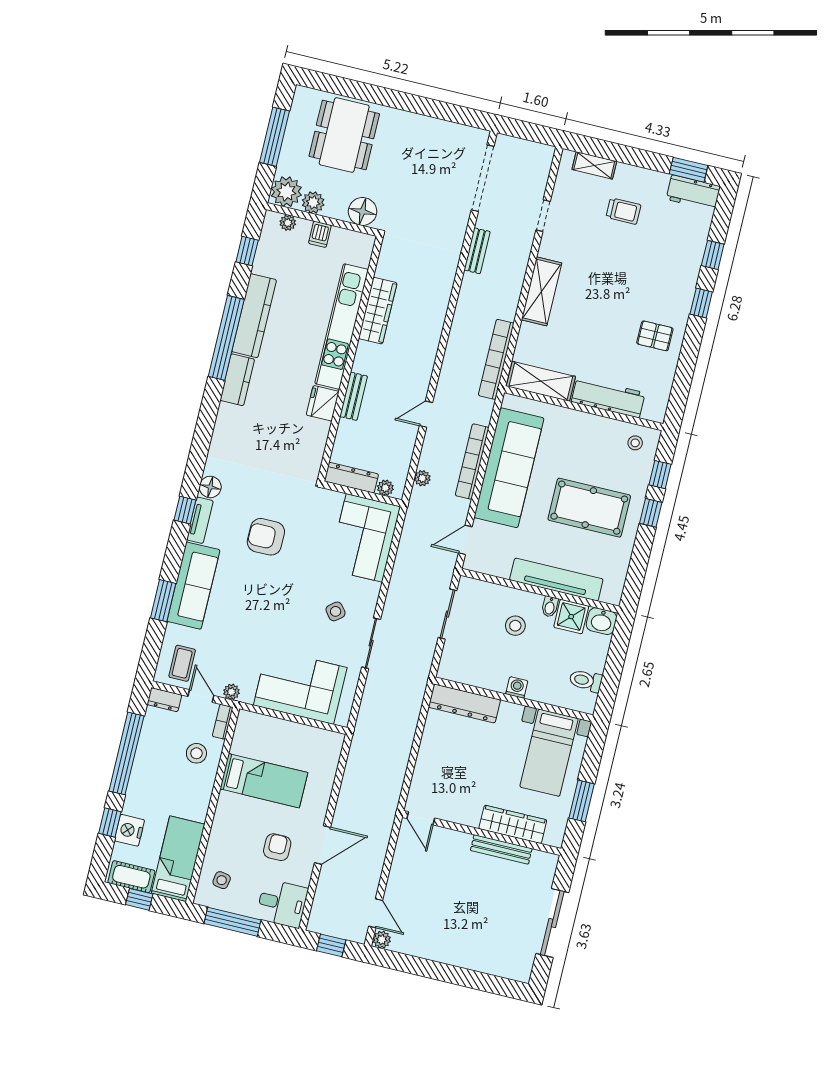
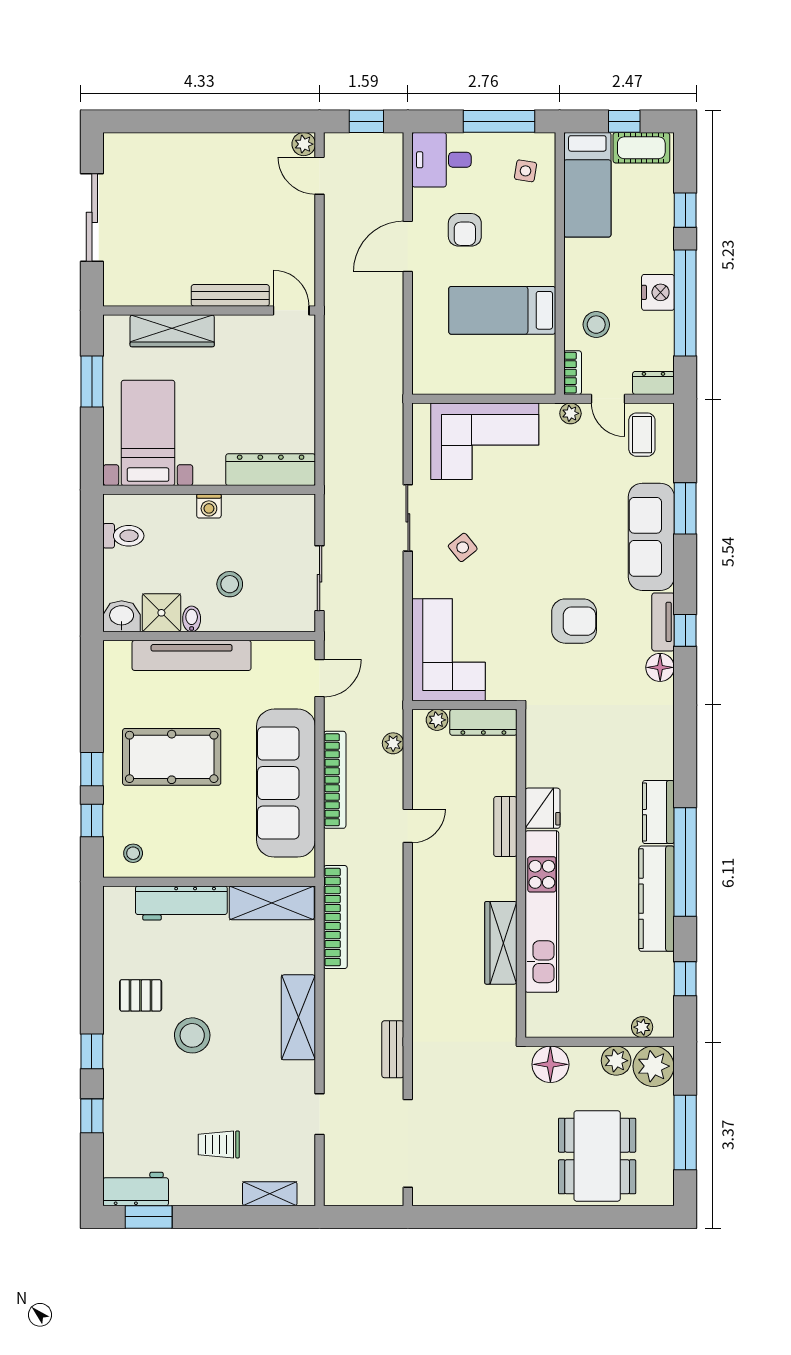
dishwasher: (320, 234) -> (598, 1022), removed
stool: (624, 297) -> (192, 1035), added
nightstand: (129, 830) -> (658, 292), moved
bench: (501, 849) -> (230, 295), moved

